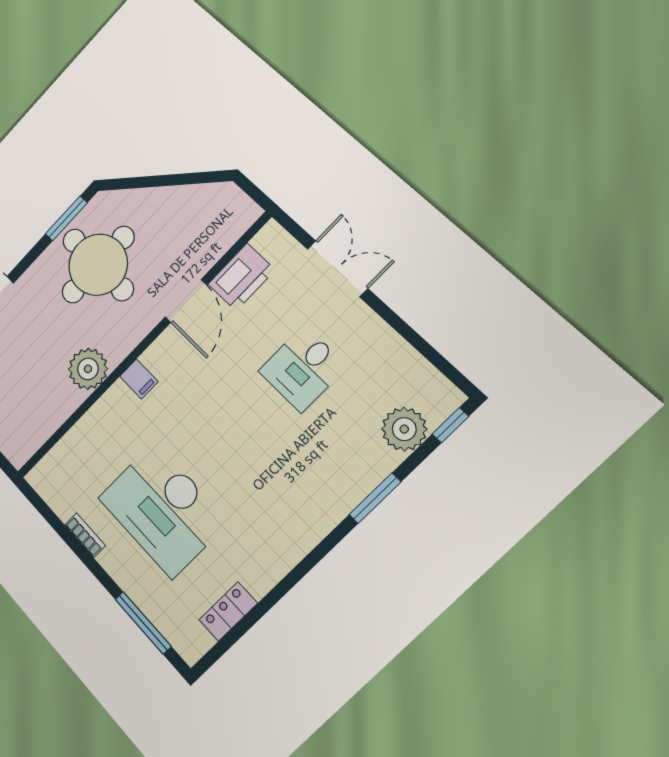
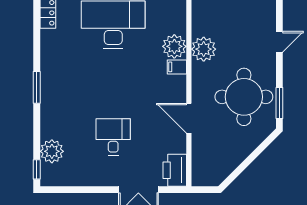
printer: (241, 277) -> (175, 170), moved
plant: (118, 407) -> (174, 46), added
window: (375, 498) -> (37, 87), moved

